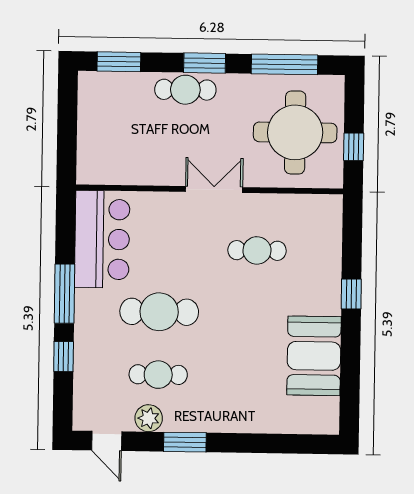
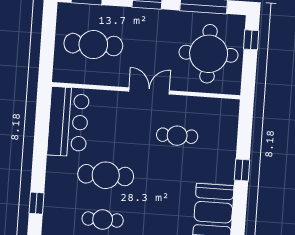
cafe table: (185, 90) -> (93, 45), moved, width x1.37, depth x1.35
window: (354, 147) -> (251, 40), moved
window: (65, 294) -> (40, 159), removed

